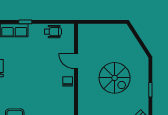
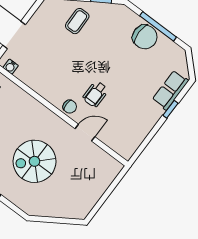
wheelchair: (53, 32) -> (95, 94), moved

